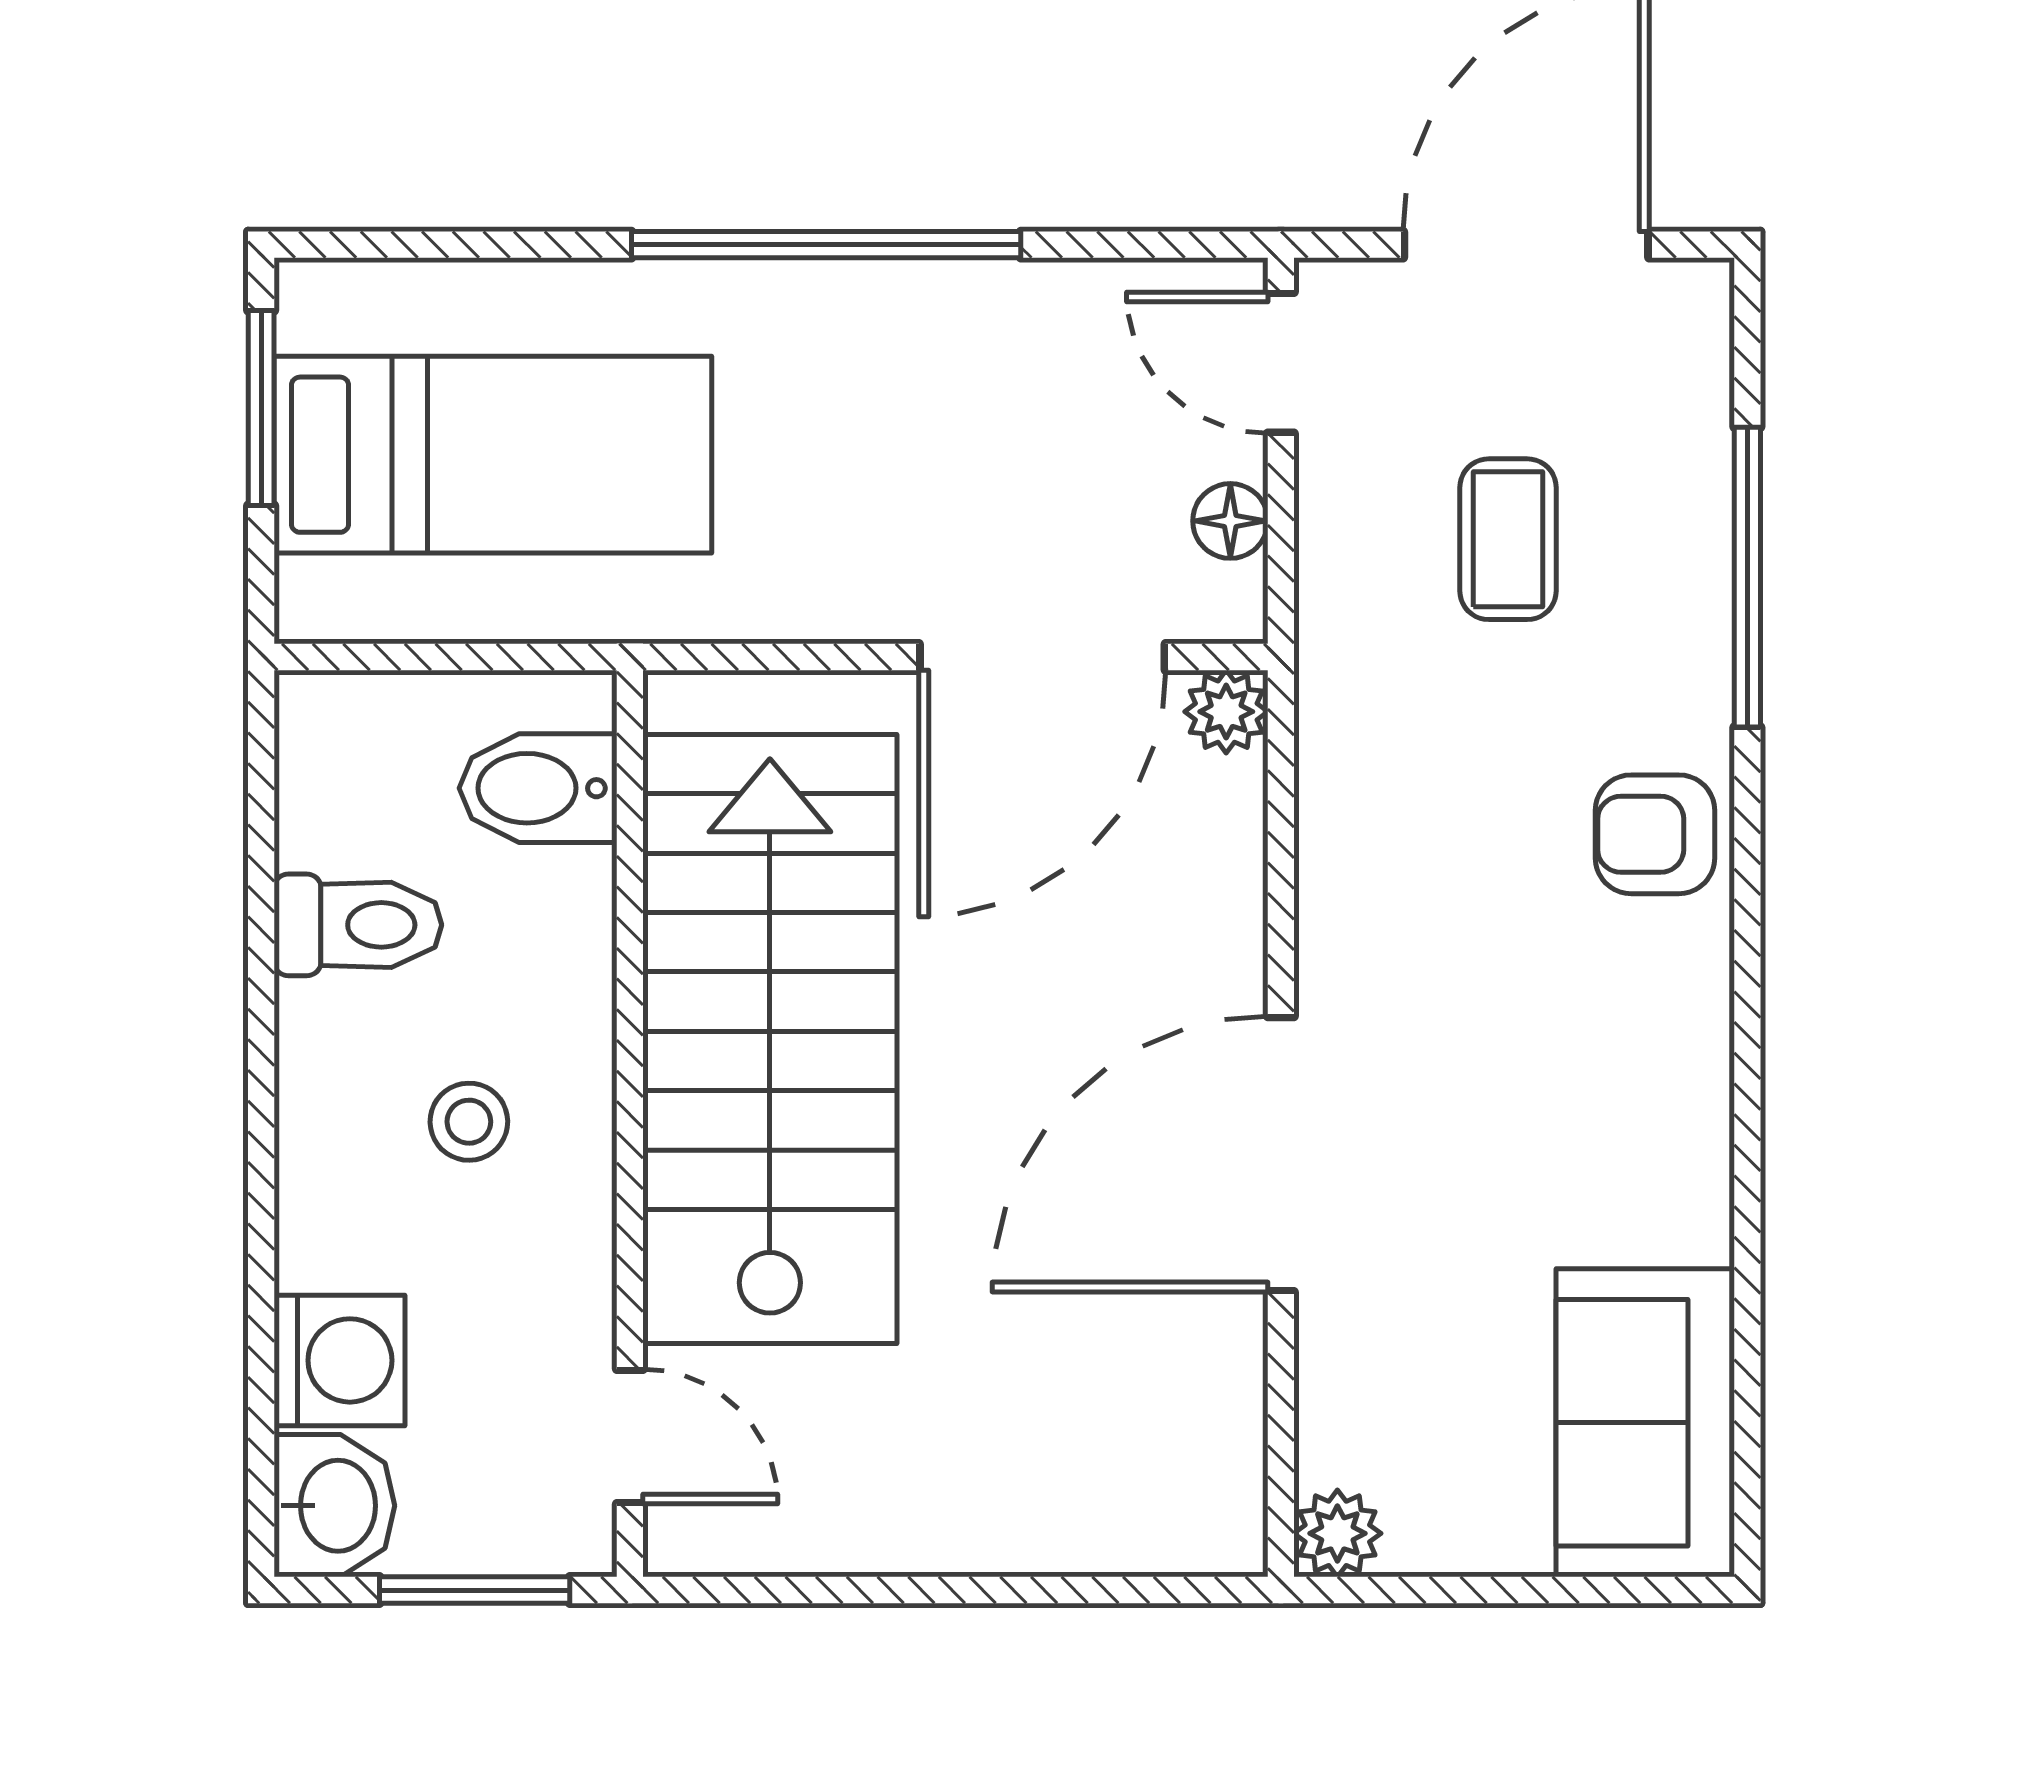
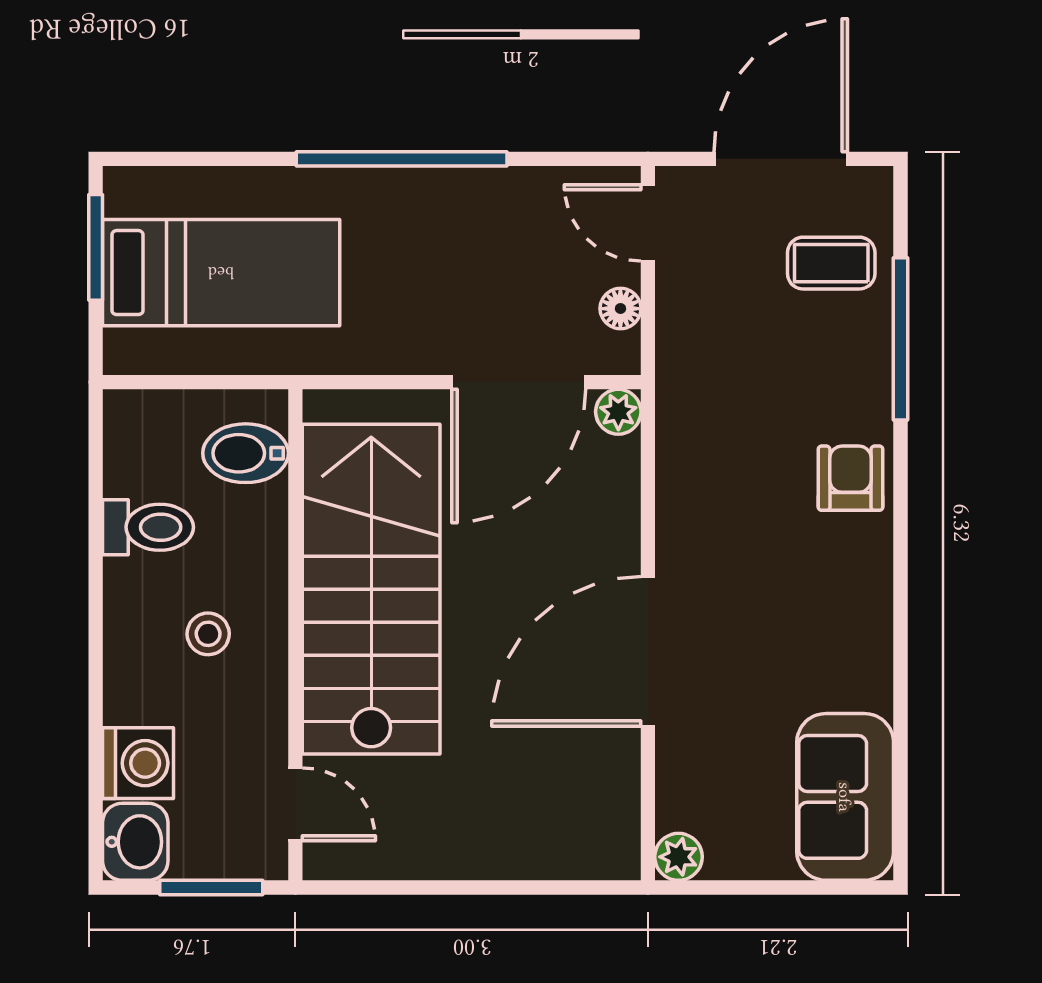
coffee table: (1508, 539) -> (831, 263), moved, turned 90
armchair: (1655, 834) -> (850, 478), turned 90

